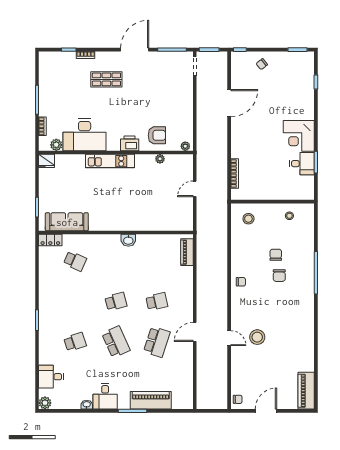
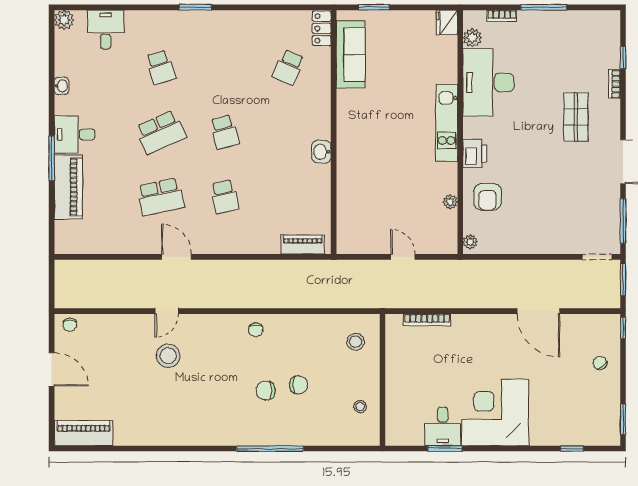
corner desk: (299, 136) -> (495, 413), width x1.36, depth x1.36
school desk: (157, 342) -> (161, 197), turned -30
desk: (105, 396) -> (75, 135), moved

